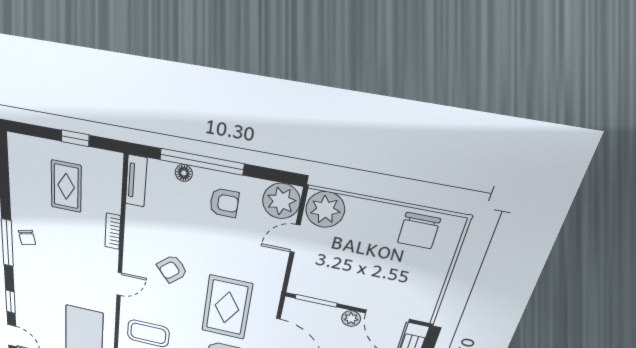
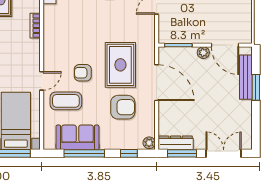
armchair: (172, 269) -> (83, 73), moved, turned 40
door: (119, 284) -> (42, 81), moved

